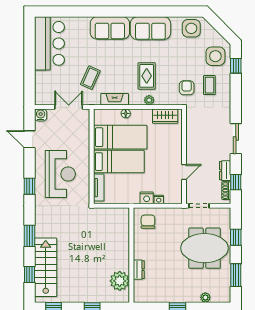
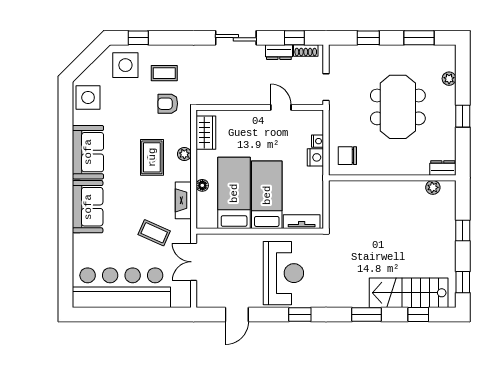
bar counter: (49, 43) -> (121, 288), width x1.36
rug: (147, 76) -> (152, 157), turned 90
water cooler: (41, 115) -> (204, 300), removed
reception desk: (60, 174) -> (283, 273), turned 90
meeting table: (204, 248) -> (398, 107), moved
dresser: (139, 270) -> (443, 168), moved
plant: (120, 281) -> (433, 187), width x0.53, depth x0.53

